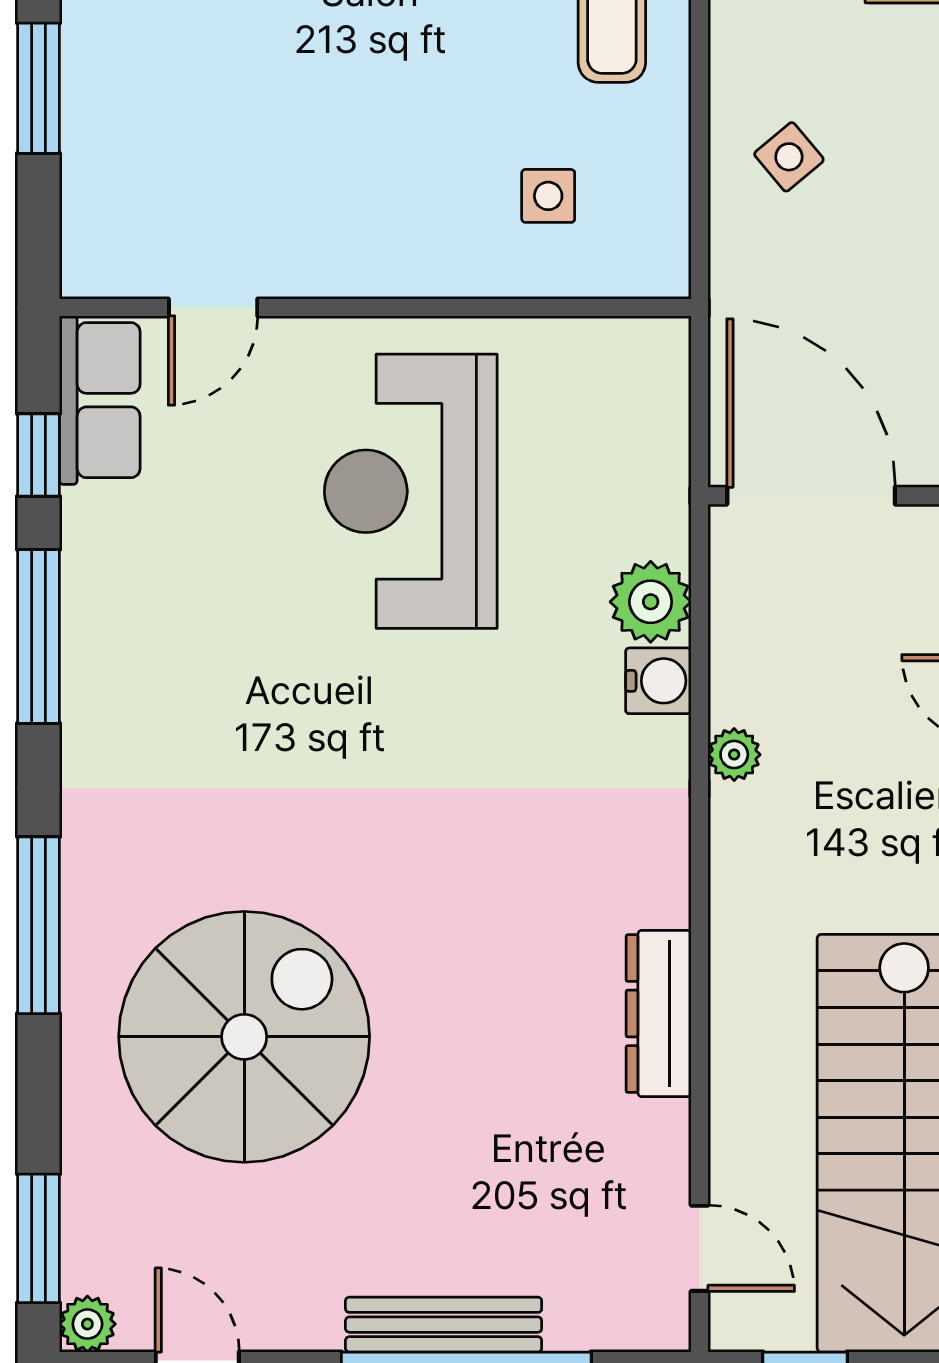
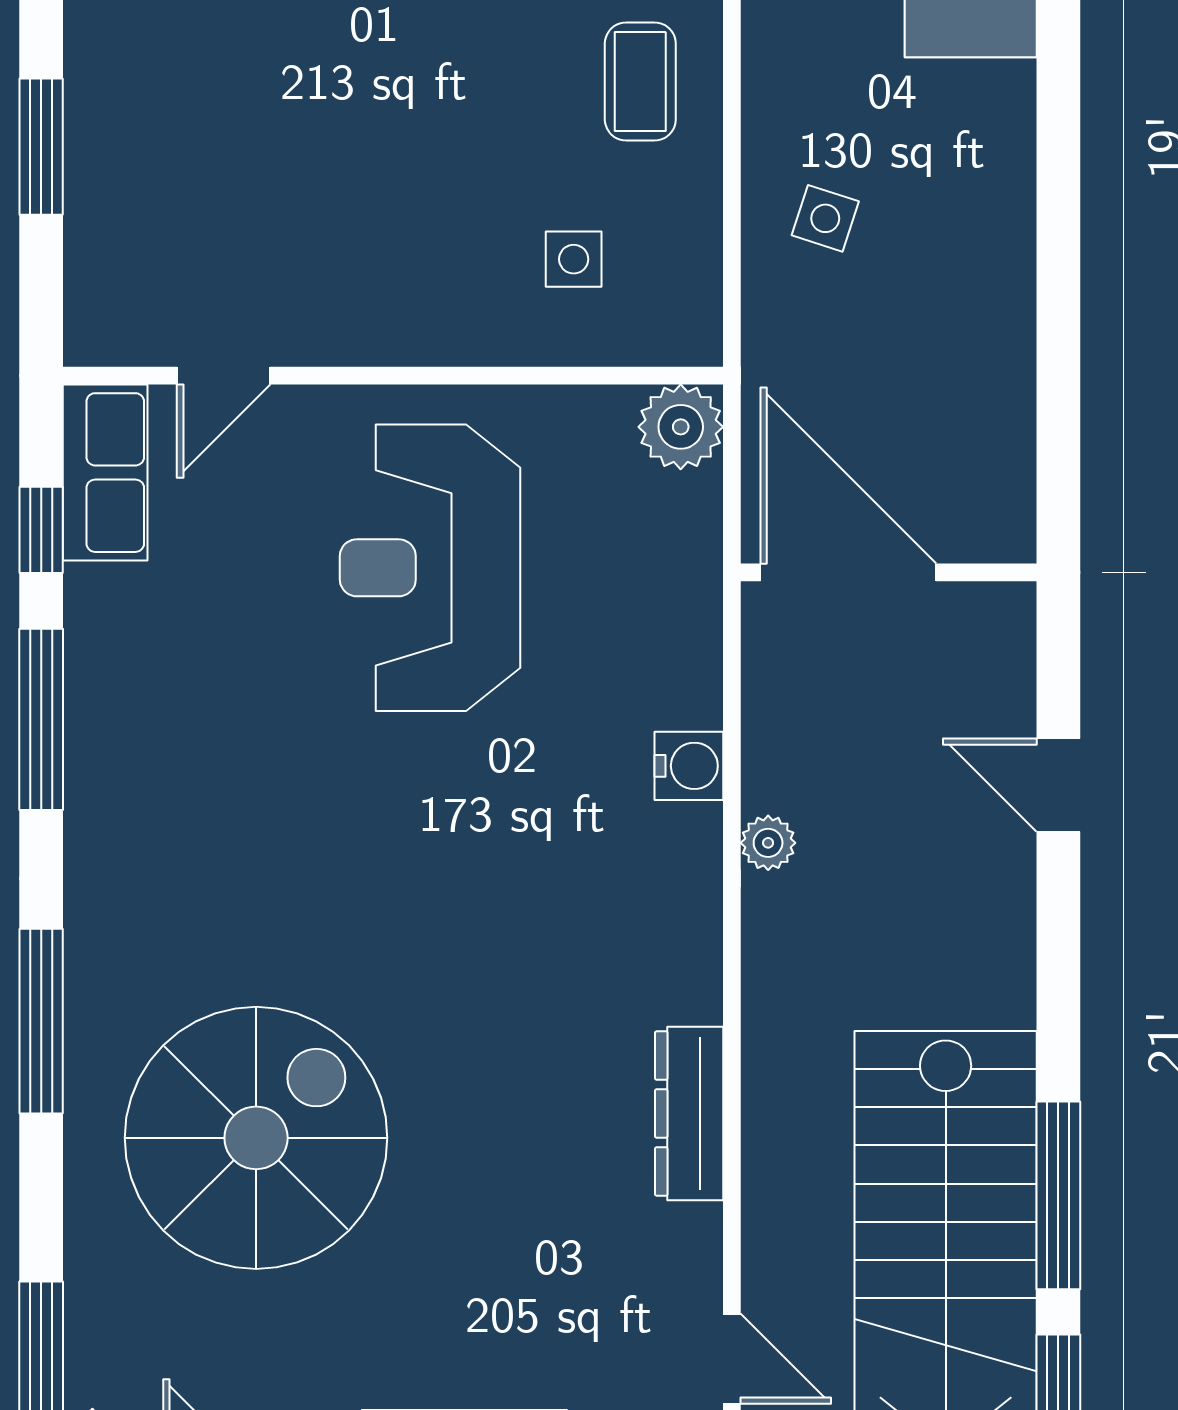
side table: (789, 157) -> (825, 218), turned -32
plant: (651, 602) -> (681, 427), moved

